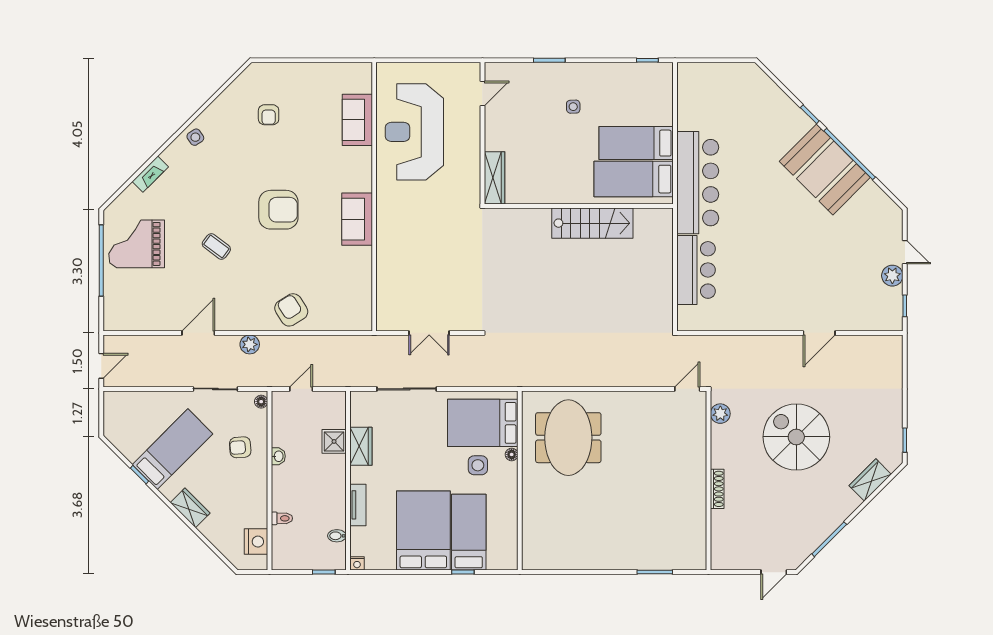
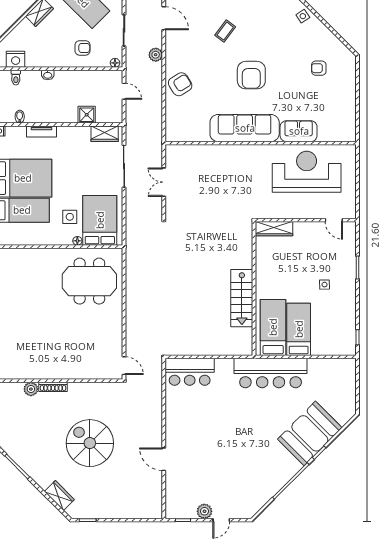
sofa: (357, 120) -> (299, 131), moved
booth: (825, 169) -> (310, 433), moved
sofa: (357, 219) -> (245, 128), width x1.85, depth x1.27
bar counter: (696, 270) -> (190, 372), moved
plant: (720, 414) -> (31, 389), moved
spiral stairs: (796, 437) -> (90, 443), turned -90
wardrobe: (361, 446) -> (105, 134), moved
armchair: (240, 447) -> (83, 48), turned 94
washbasin: (278, 456) -> (48, 75), moved
toilet: (282, 518) -> (16, 78), moved

